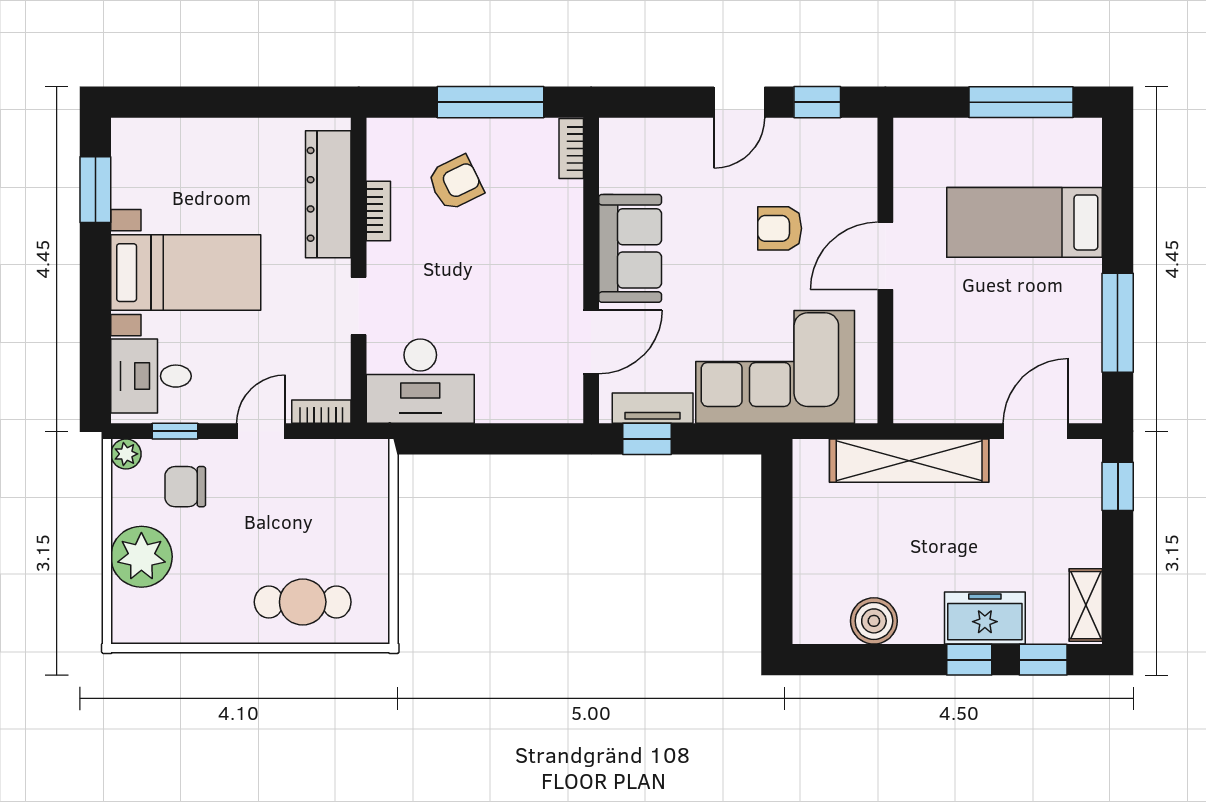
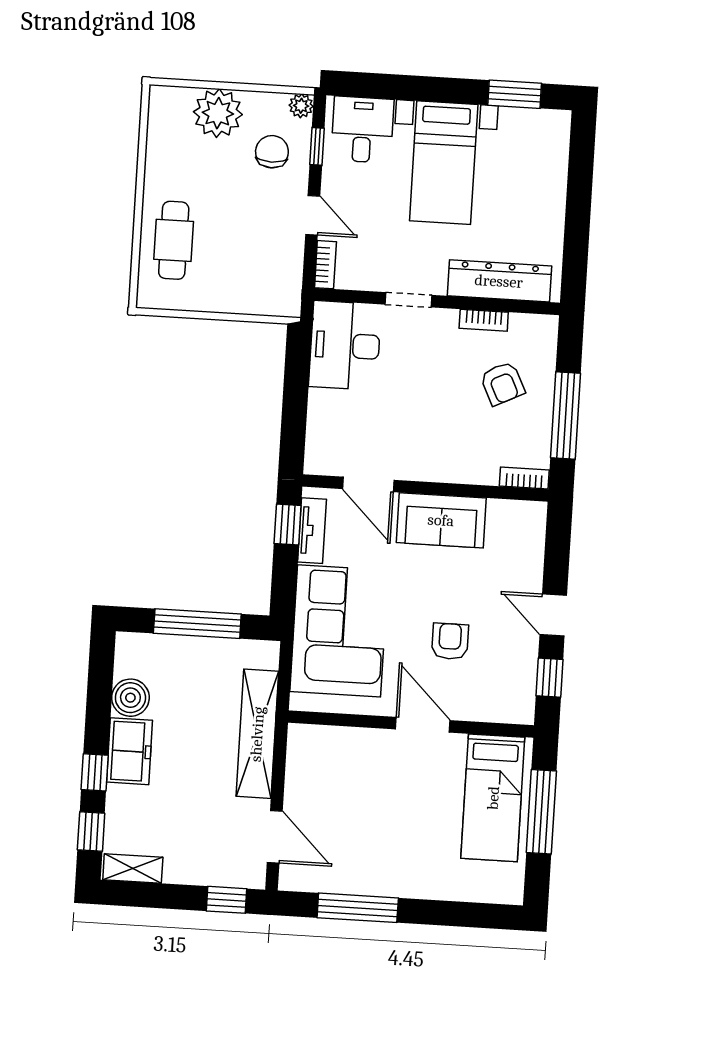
window: (1021, 102) -> (541, 812), moved
bed: (1025, 222) -> (493, 798), moved, turned 180
window: (777, 543) -> (197, 624), added
freezer: (985, 618) -> (129, 751), moved

